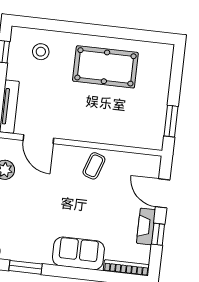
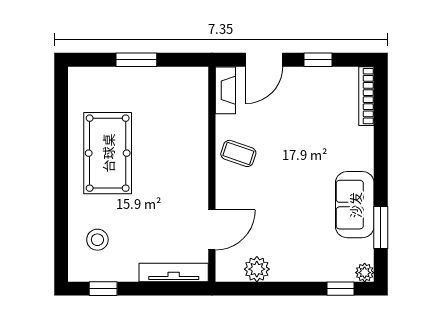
window: (171, 121) -> (136, 60), moved
fireplace: (146, 226) -> (225, 90), moved, turned -90
sofa: (78, 253) -> (355, 205), moved

